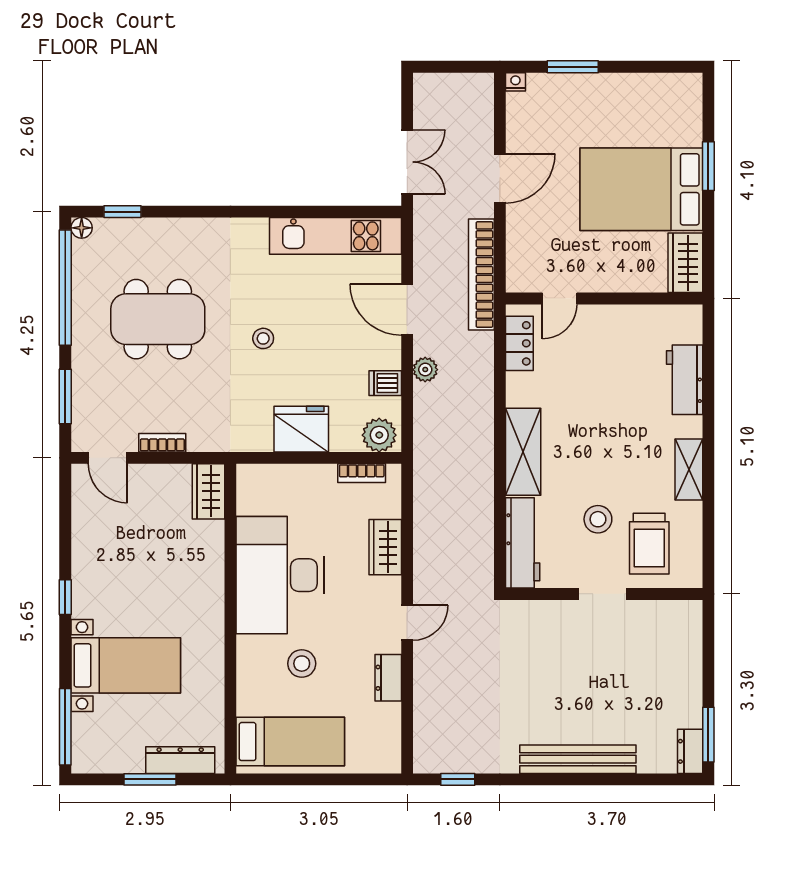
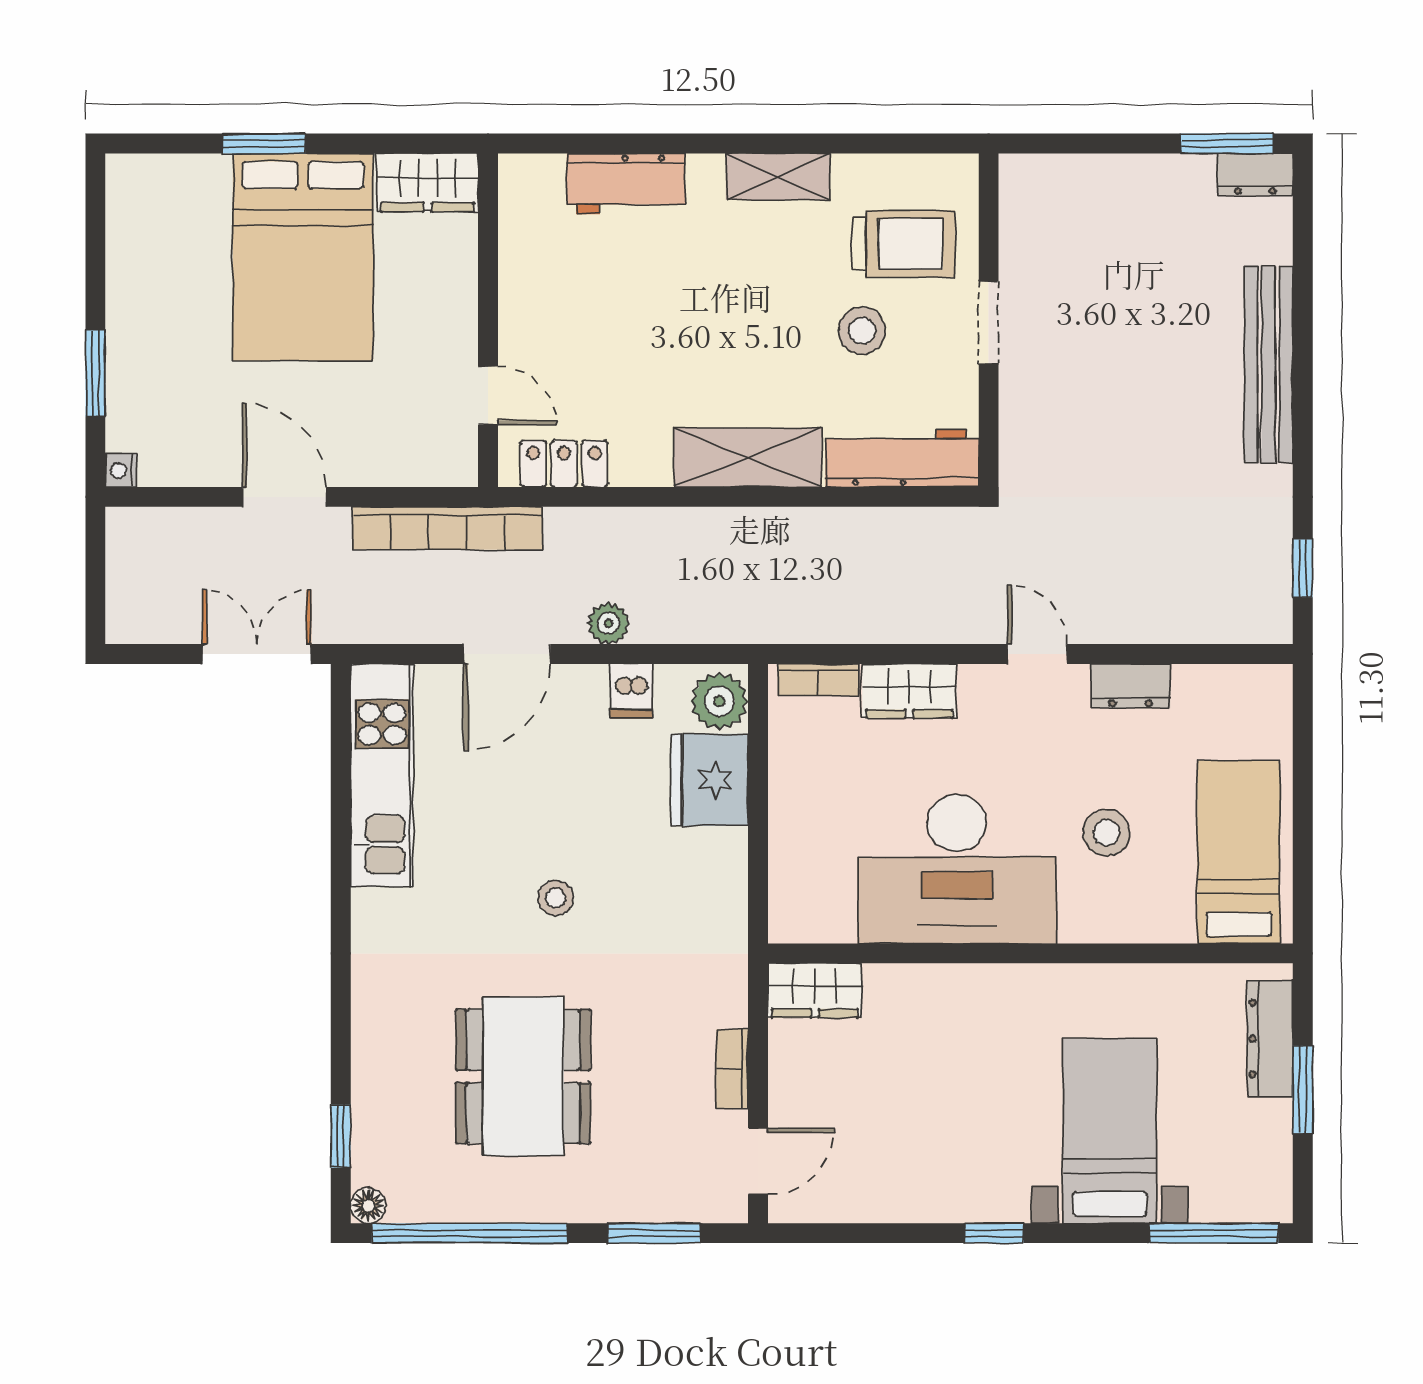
fridge: (301, 429) -> (709, 780), moved
bookcase: (362, 473) -> (818, 680), moved, turned 90

